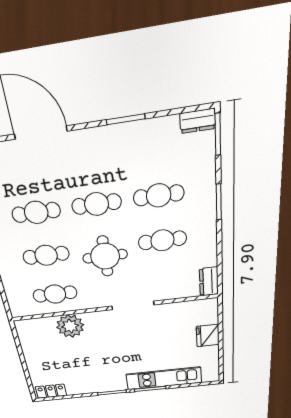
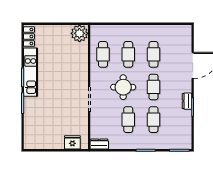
dresser: (198, 121) -> (187, 101), moved
plant: (70, 326) -> (79, 33), moved
fridge: (208, 336) -> (72, 142), moved
kitchen unit: (164, 378) -> (31, 72), moved

